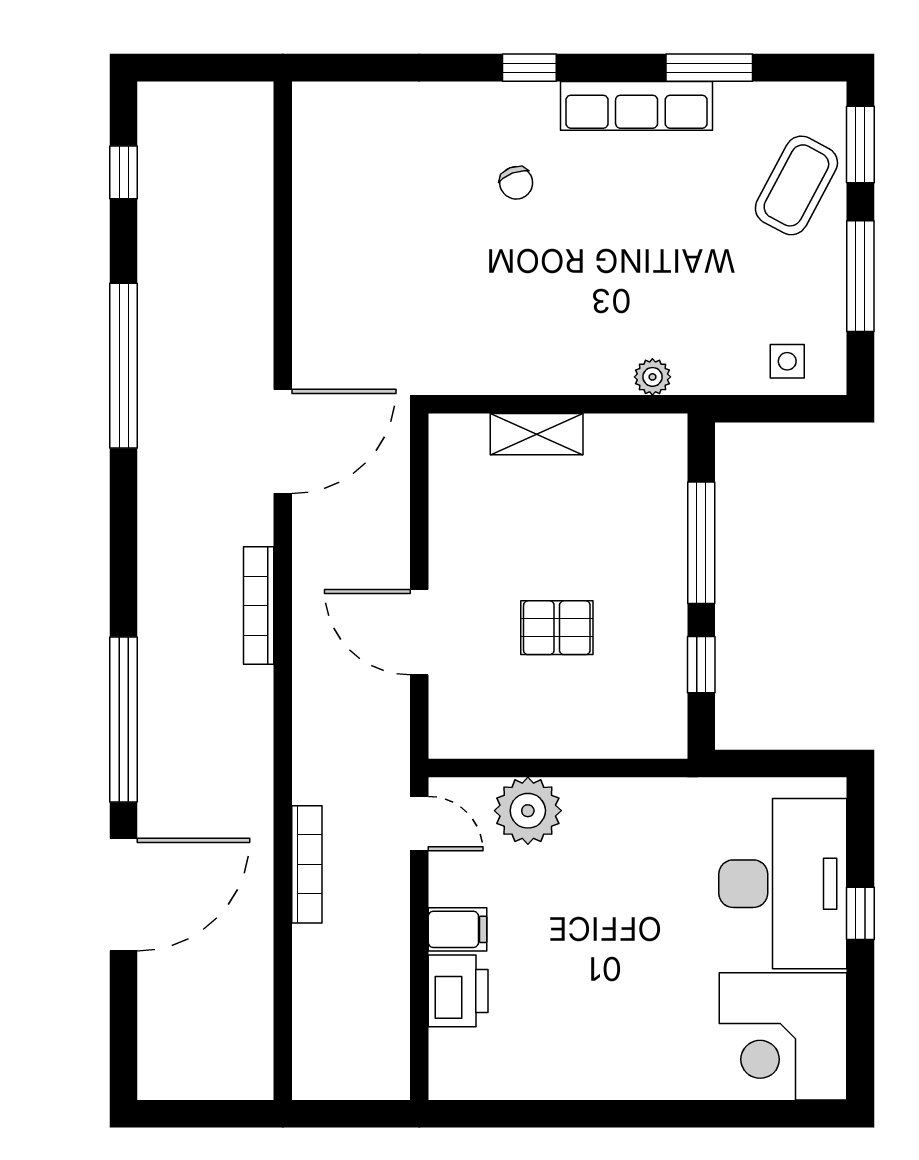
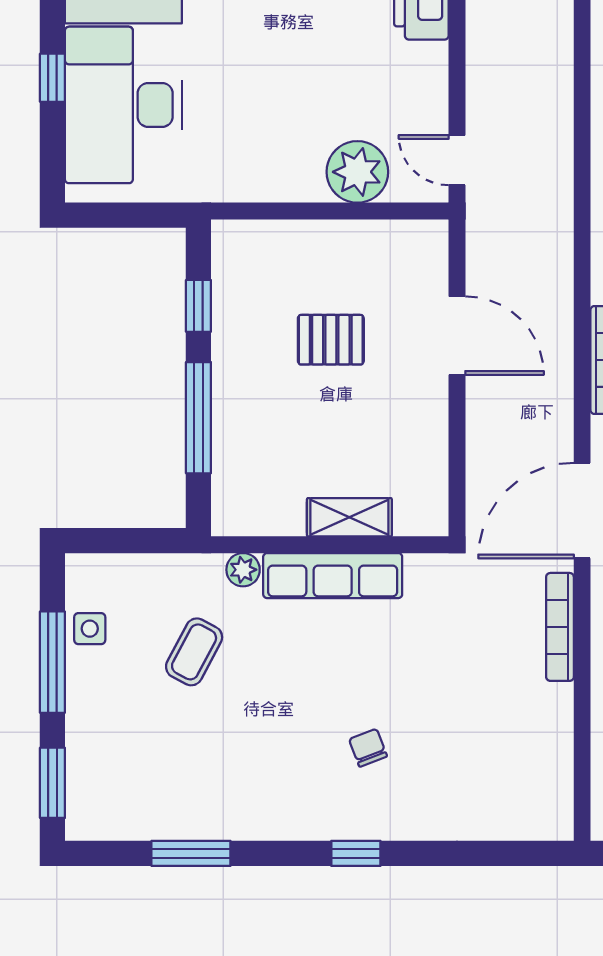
row of seats: (637, 106) -> (333, 576), moved, turned 180
coffee table: (796, 185) -> (194, 652), moved, width x0.73, depth x0.77
side table: (787, 361) -> (90, 629), moved
bookcase: (307, 864) -> (560, 627), moved
filing cabinet: (457, 929) -> (422, 63), removed

